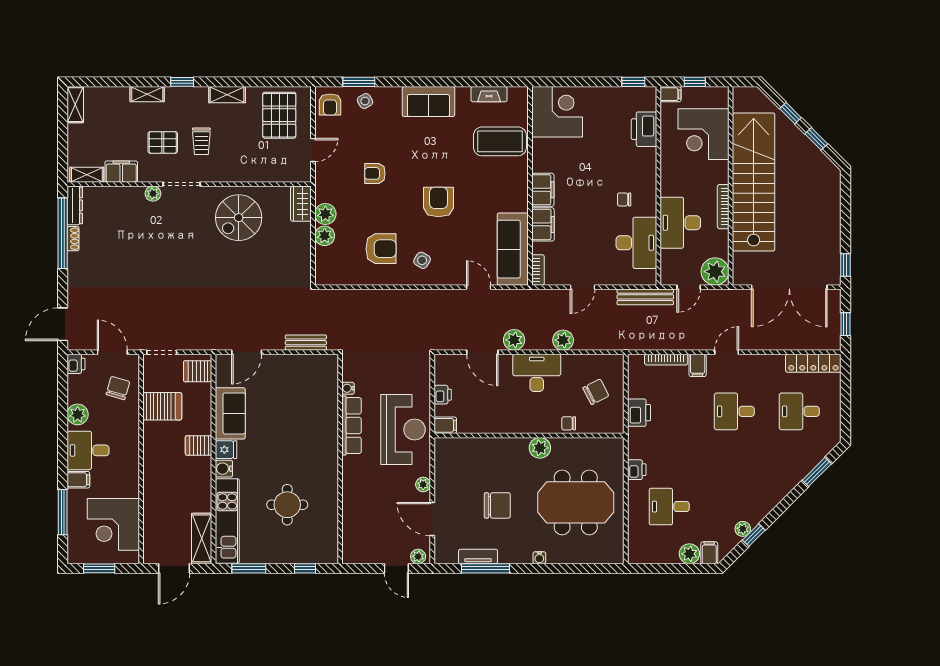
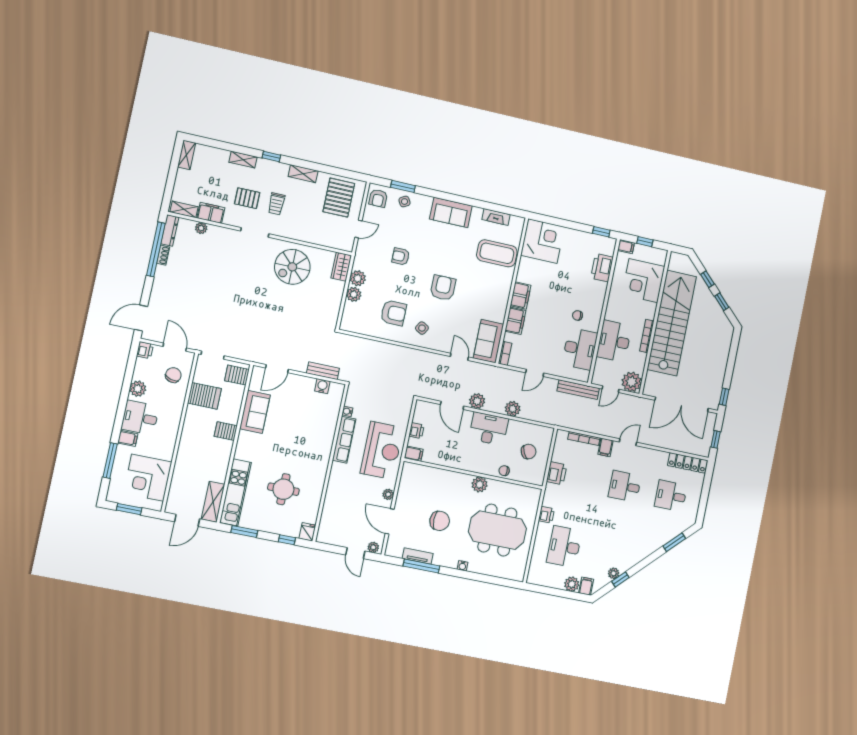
plant: (153, 194) -> (201, 228), moved
sofa: (513, 249) -> (488, 341), width x0.73
fridge: (226, 450) -> (307, 532), moved, turned -90
water cooler: (224, 469) -> (322, 386), moved, turned 90
desk: (669, 507) -> (564, 547), width x1.37

